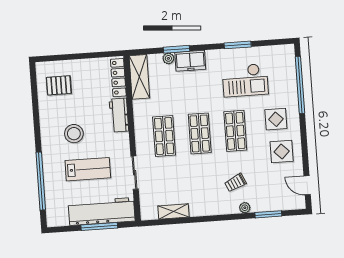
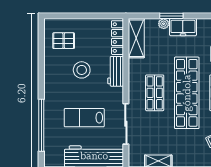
shop shelf: (200, 133) -> (187, 93), width x2.00, depth x1.36
stool: (74, 134) -> (82, 70), moved
lab bench: (88, 169) -> (84, 118), turned 180
sliding door: (135, 173) -> (126, 124), width x1.37

